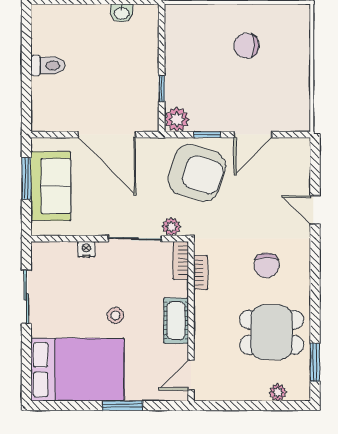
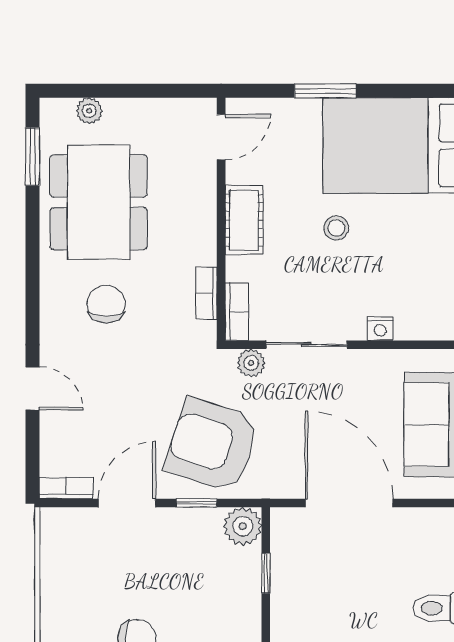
bookcase: (293, 144) -> (66, 488), added
dining table: (272, 332) -> (99, 202), width x1.38

